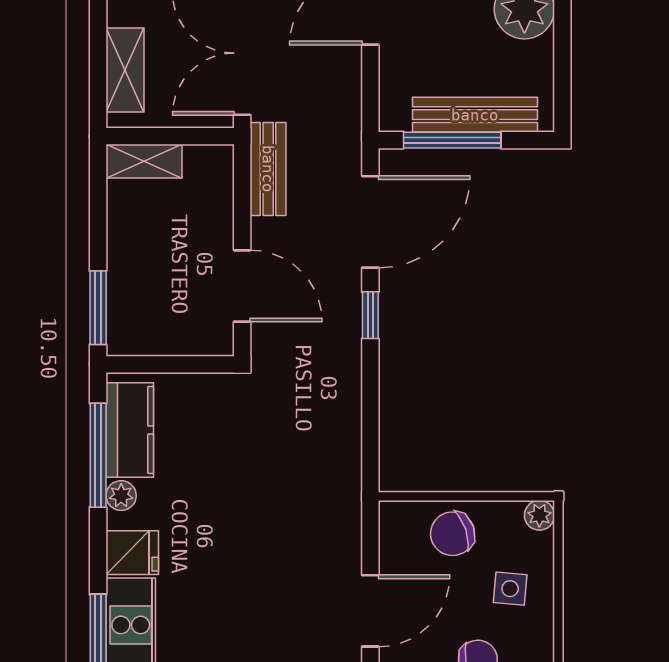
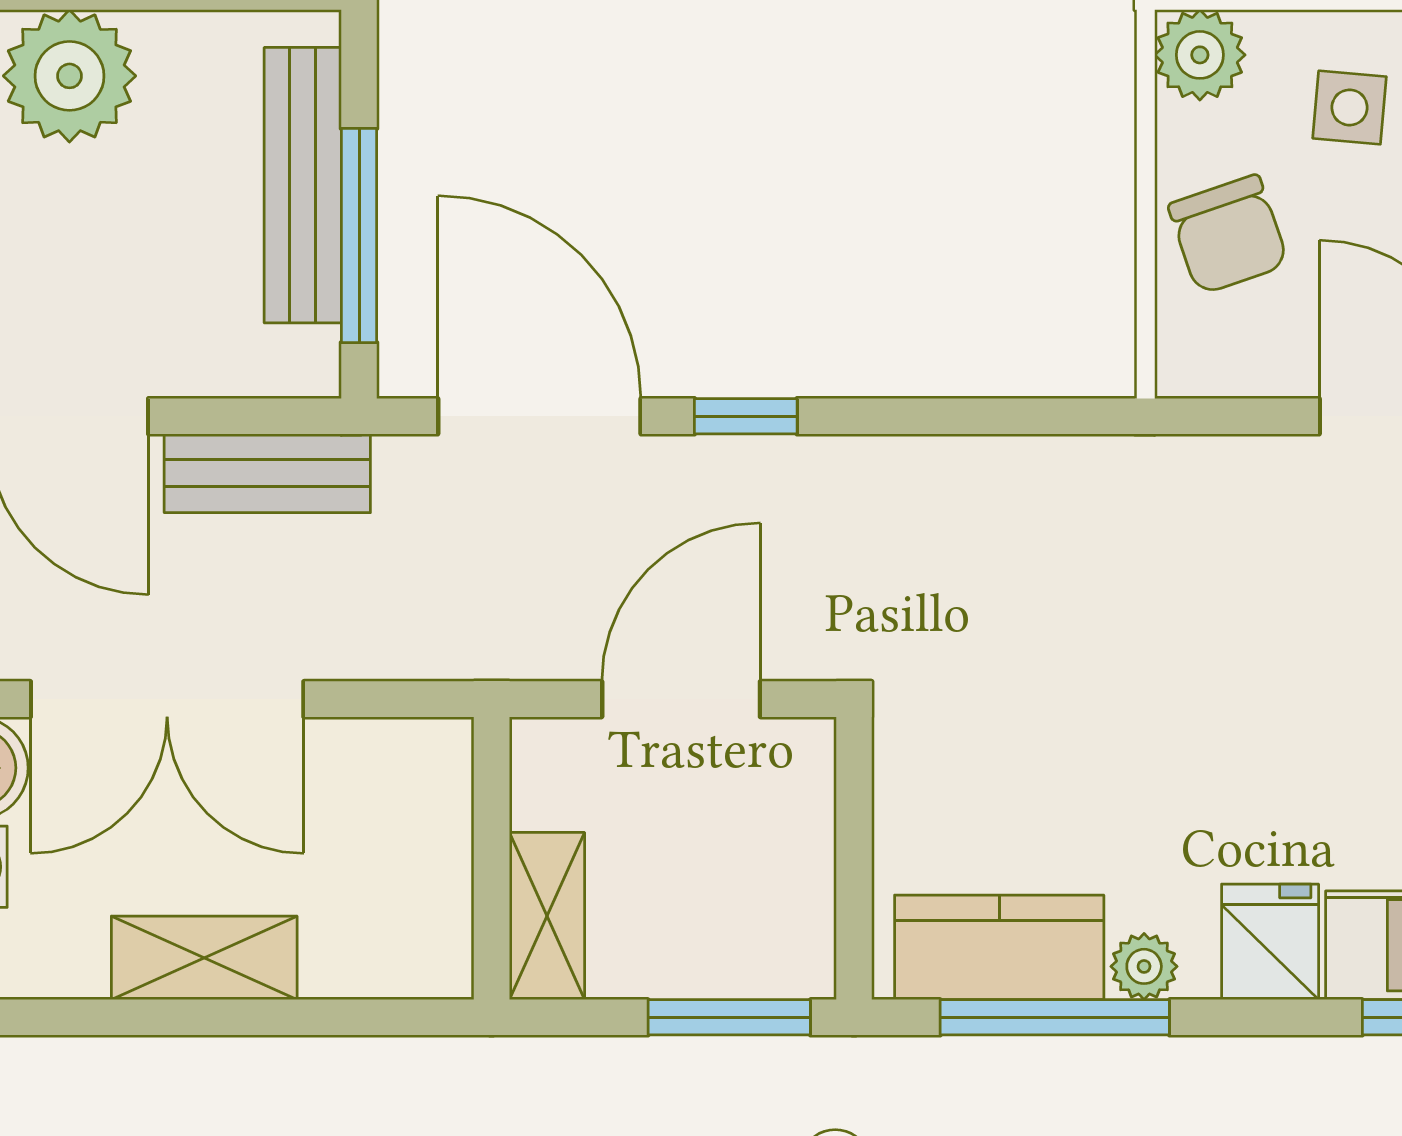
wall: (170, 136) -> (492, 858), moved
shelving: (144, 161) -> (547, 916), moved
bench: (268, 169) -> (267, 473), moved
plant: (539, 515) -> (1200, 55), width x1.38, depth x1.38

